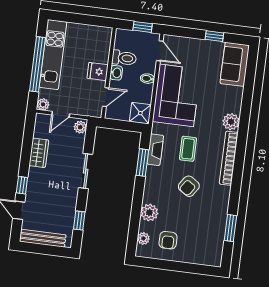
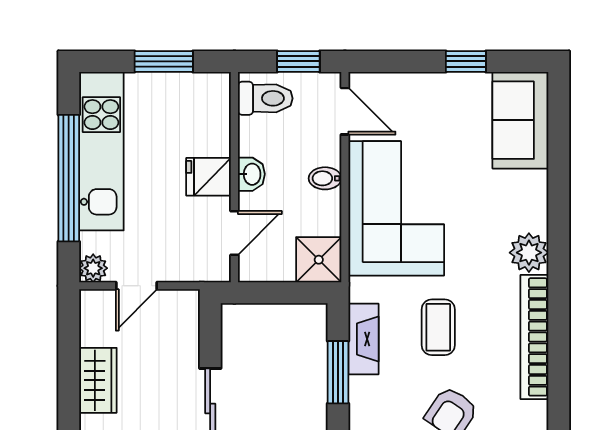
window: (85, 19) -> (164, 61), added
toilet: (124, 58) -> (265, 98), moved
plant: (80, 127) -> (185, 309), removed

